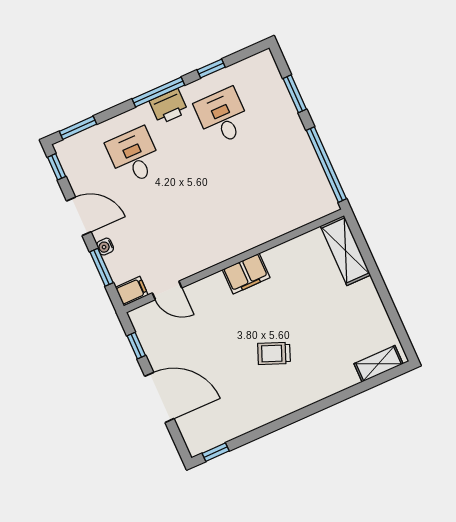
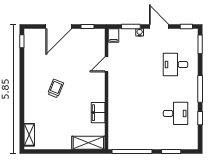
printer: (169, 106) -> (191, 91), removed
desk: (134, 156) -> (176, 64), turned 180
door: (79, 216) -> (159, 26), swing flipped
filing cabinet: (246, 274) -> (98, 113), moved
door: (167, 290) -> (107, 64), moved

